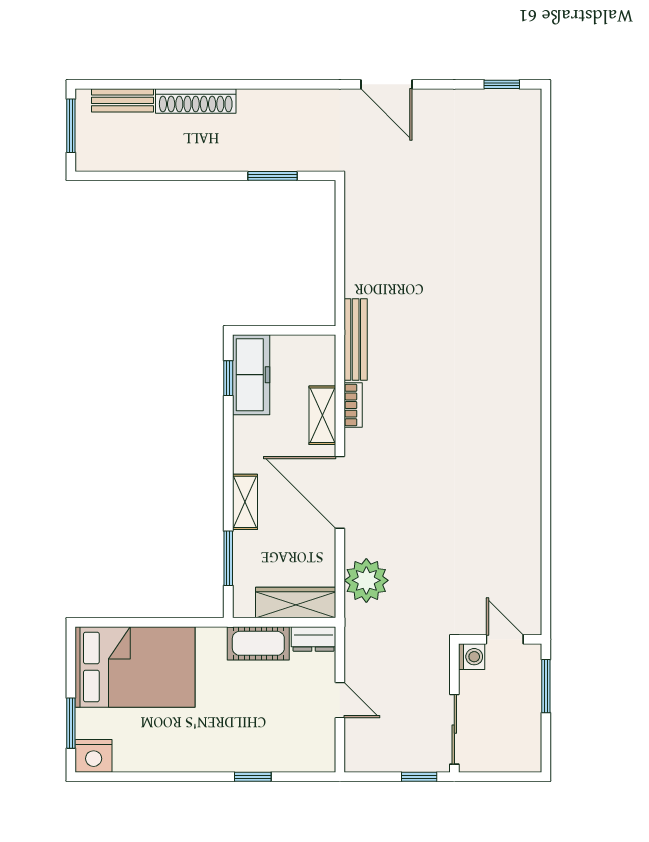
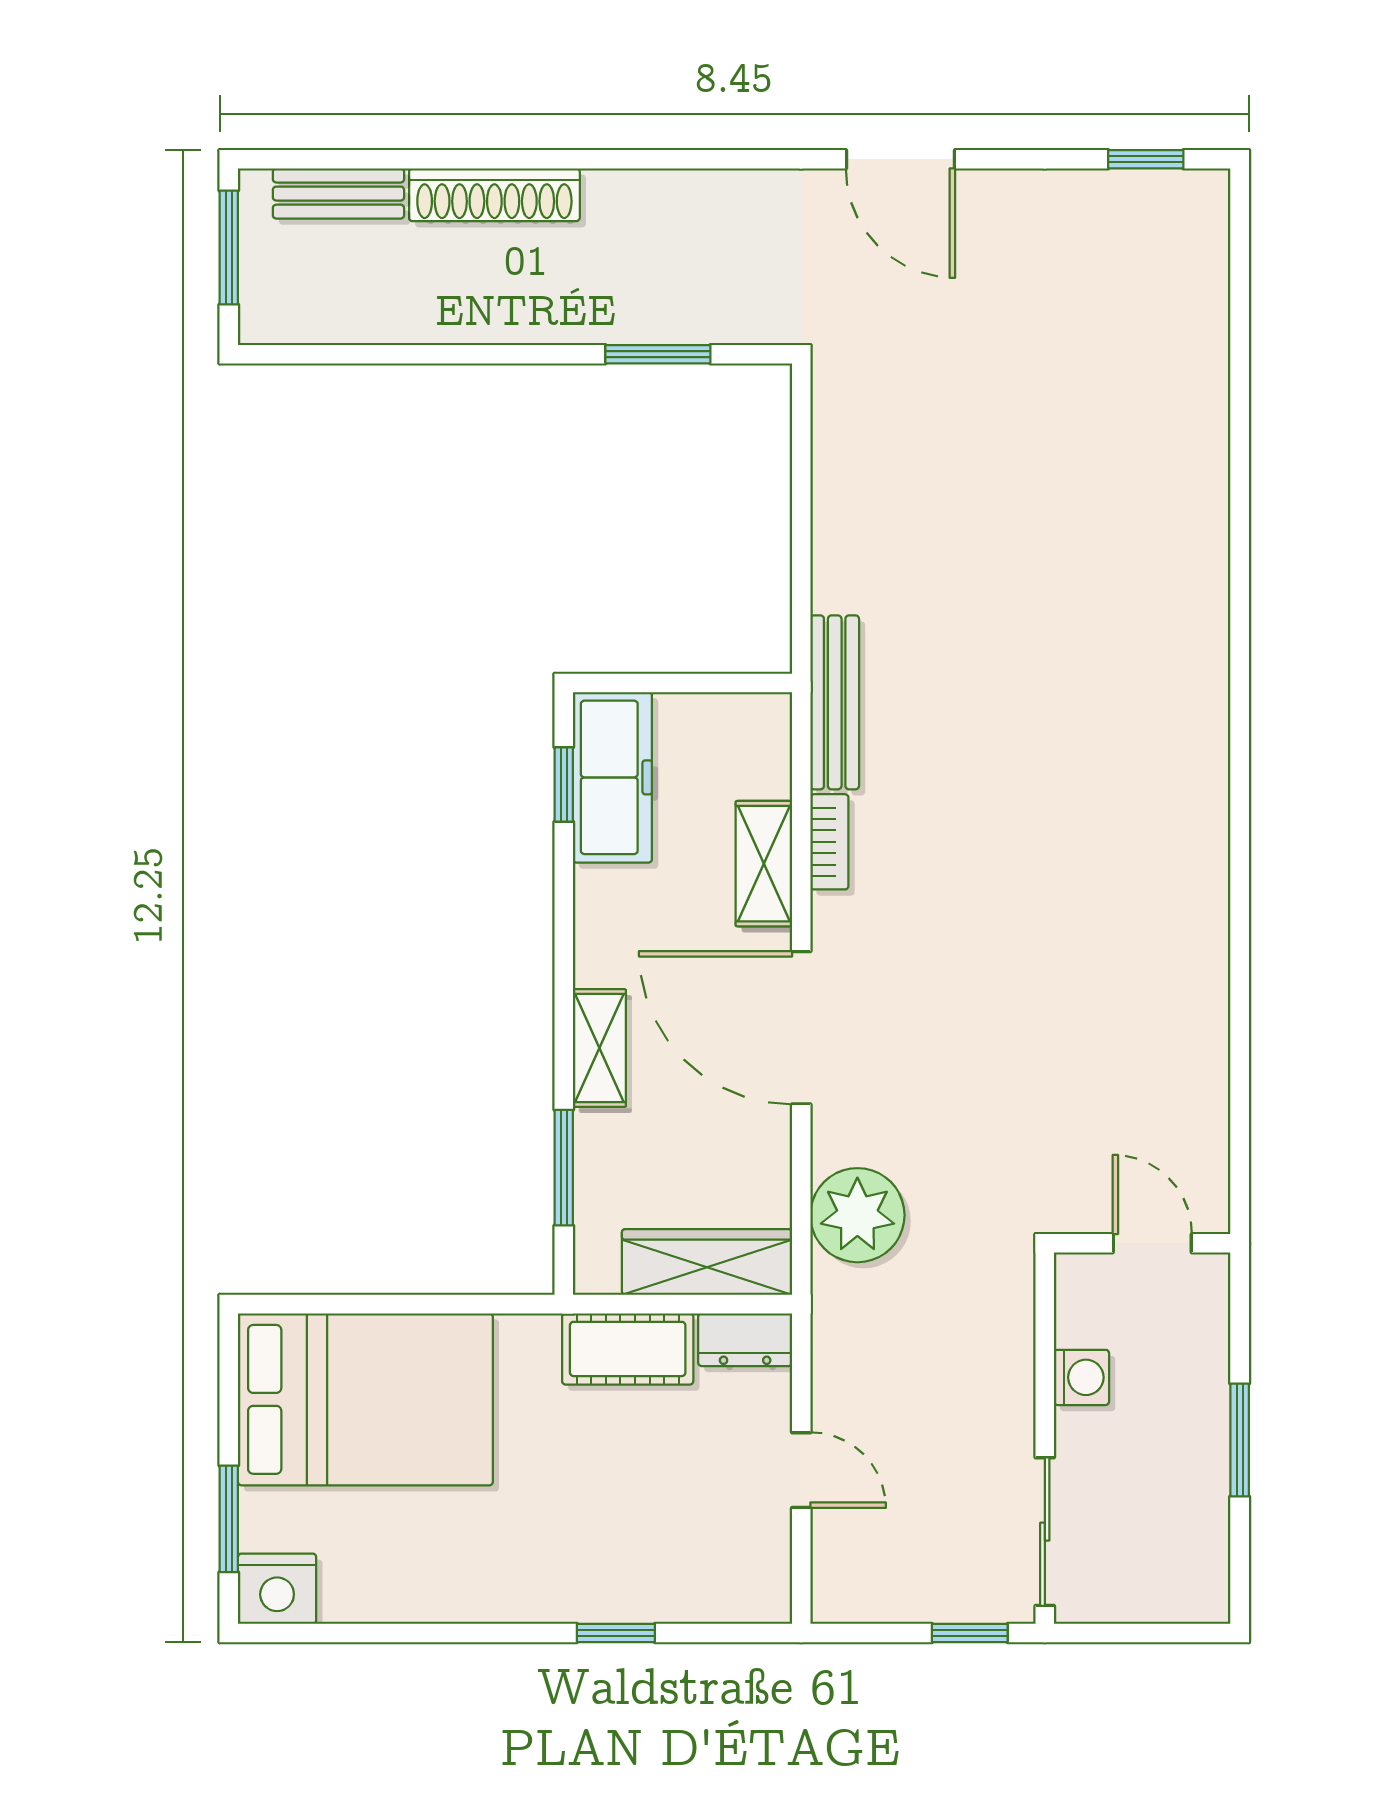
wall: (500, 639) -> (1142, 1243), moved
door: (505, 639) -> (1152, 1243), moved

